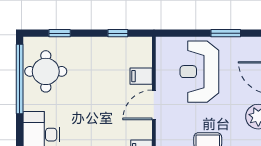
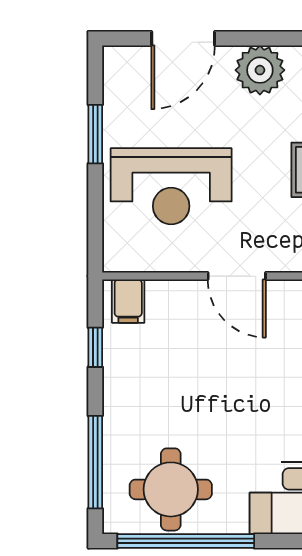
window: (60, 33) -> (95, 462), width x2.17
filing cabinet: (141, 76) -> (128, 301), moved

